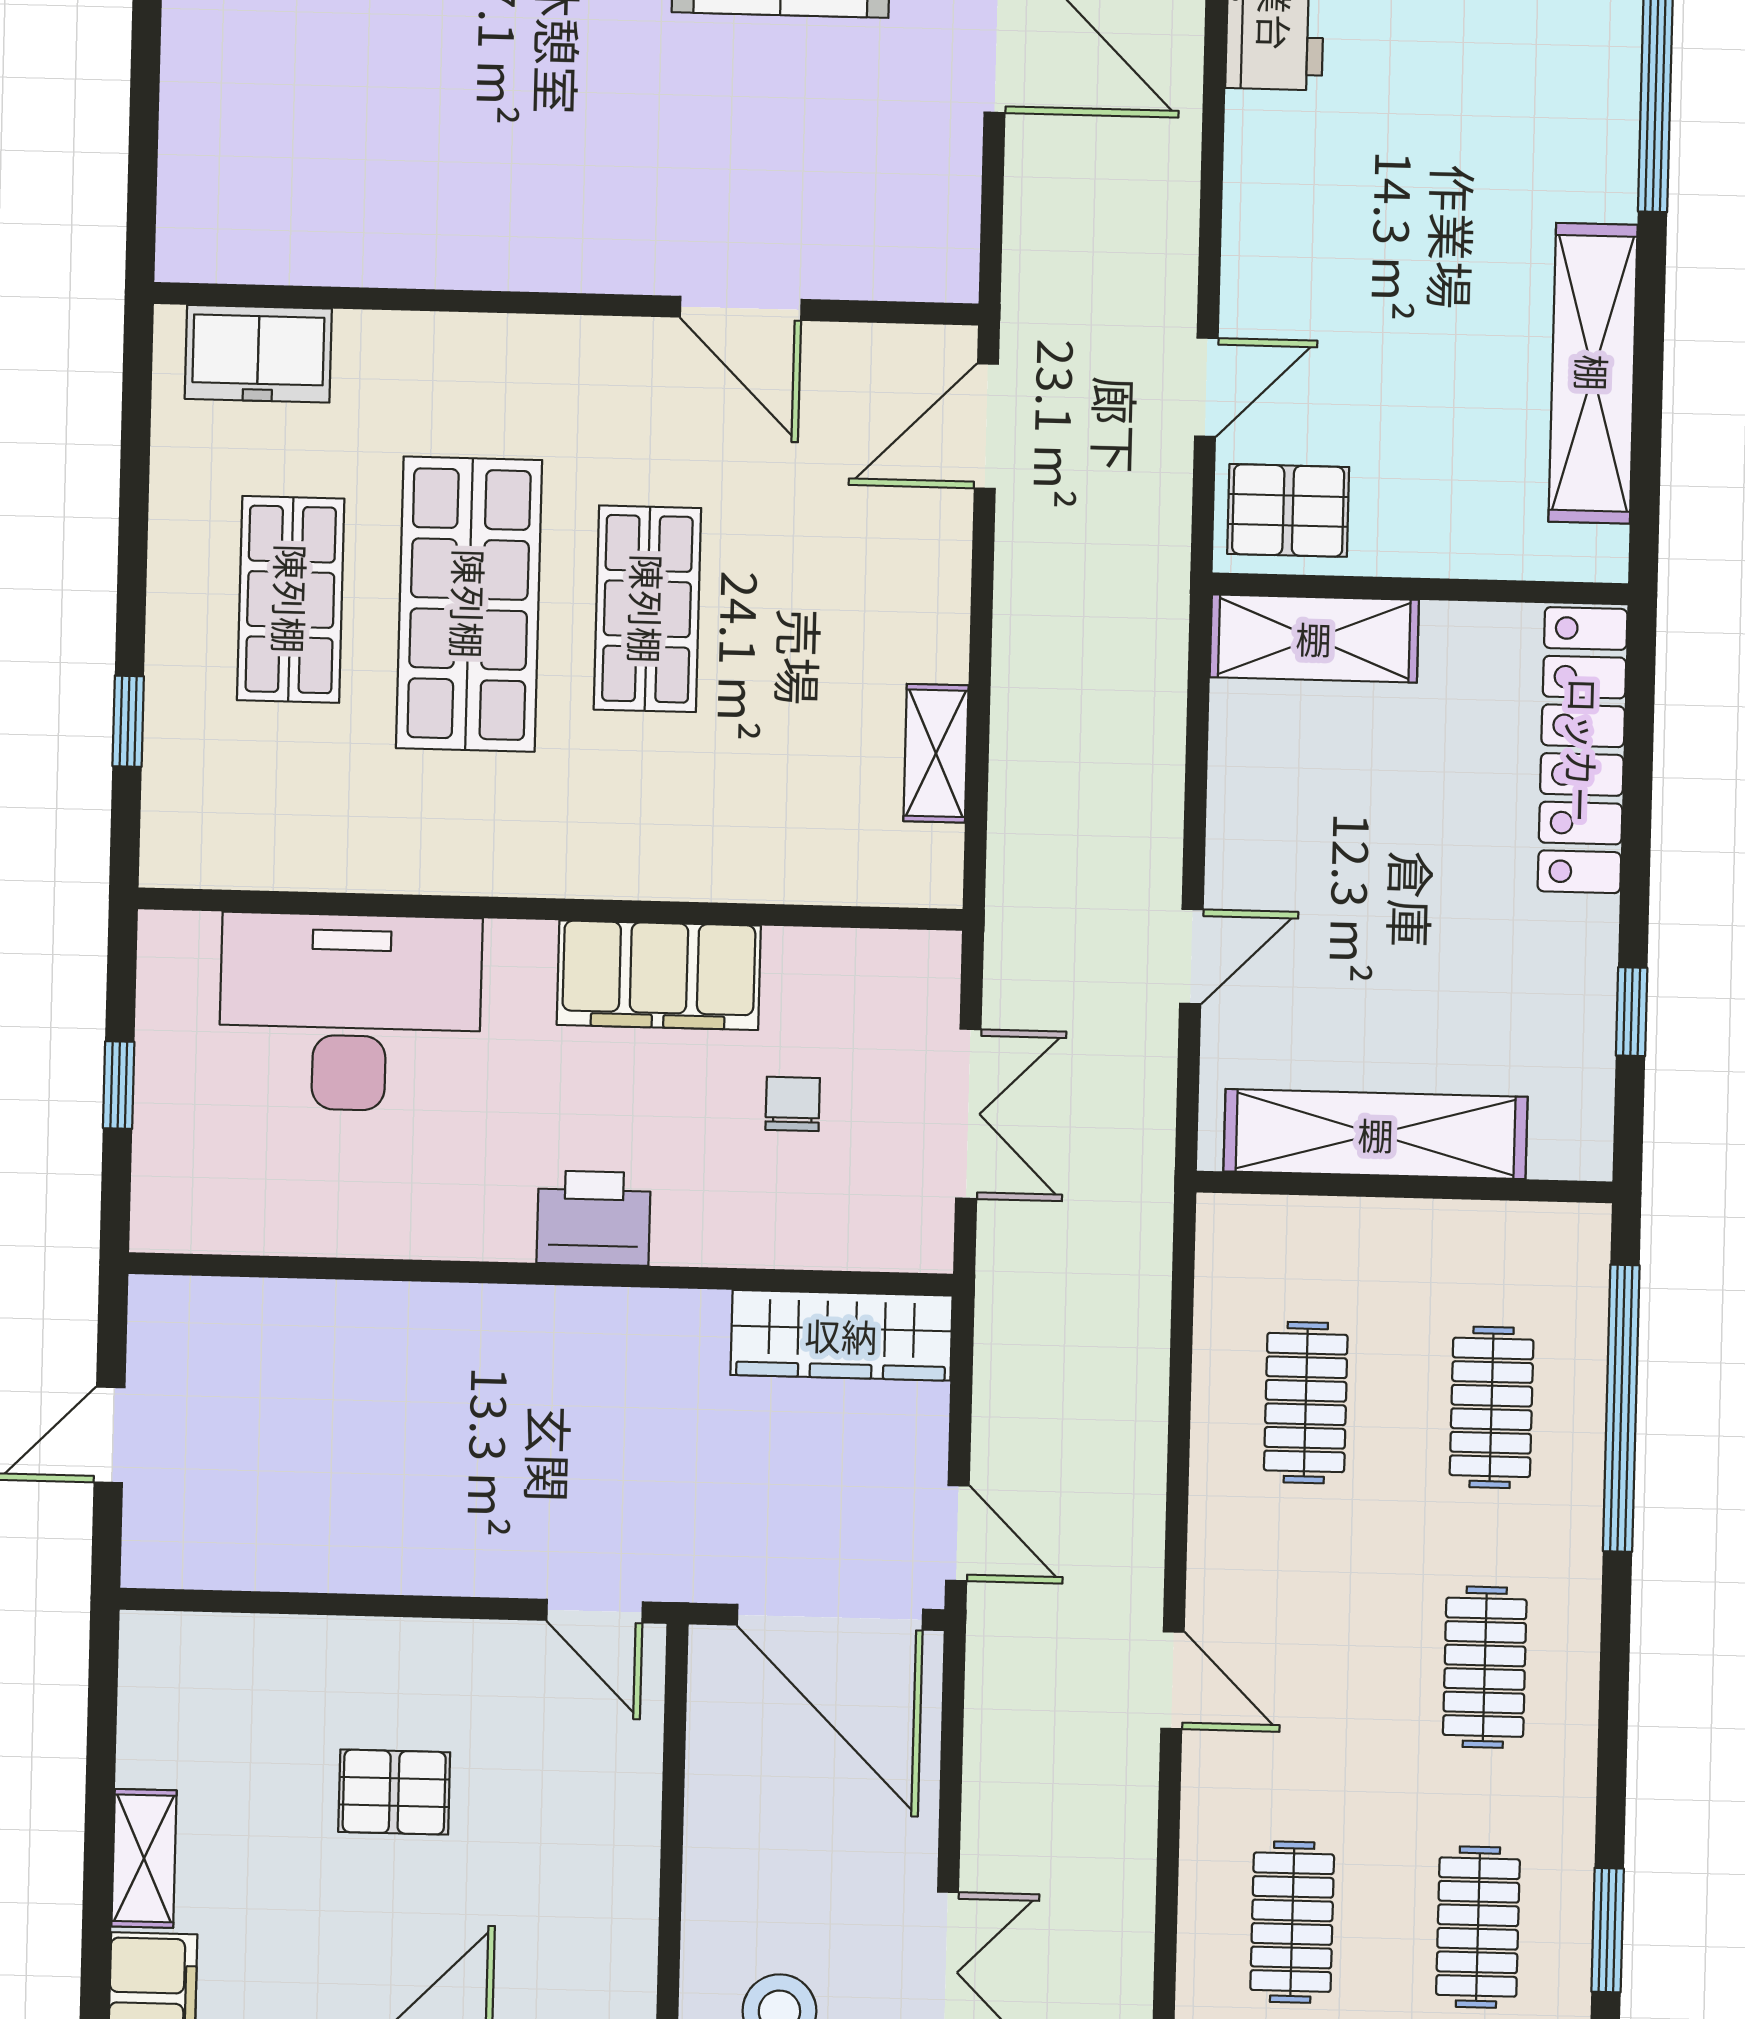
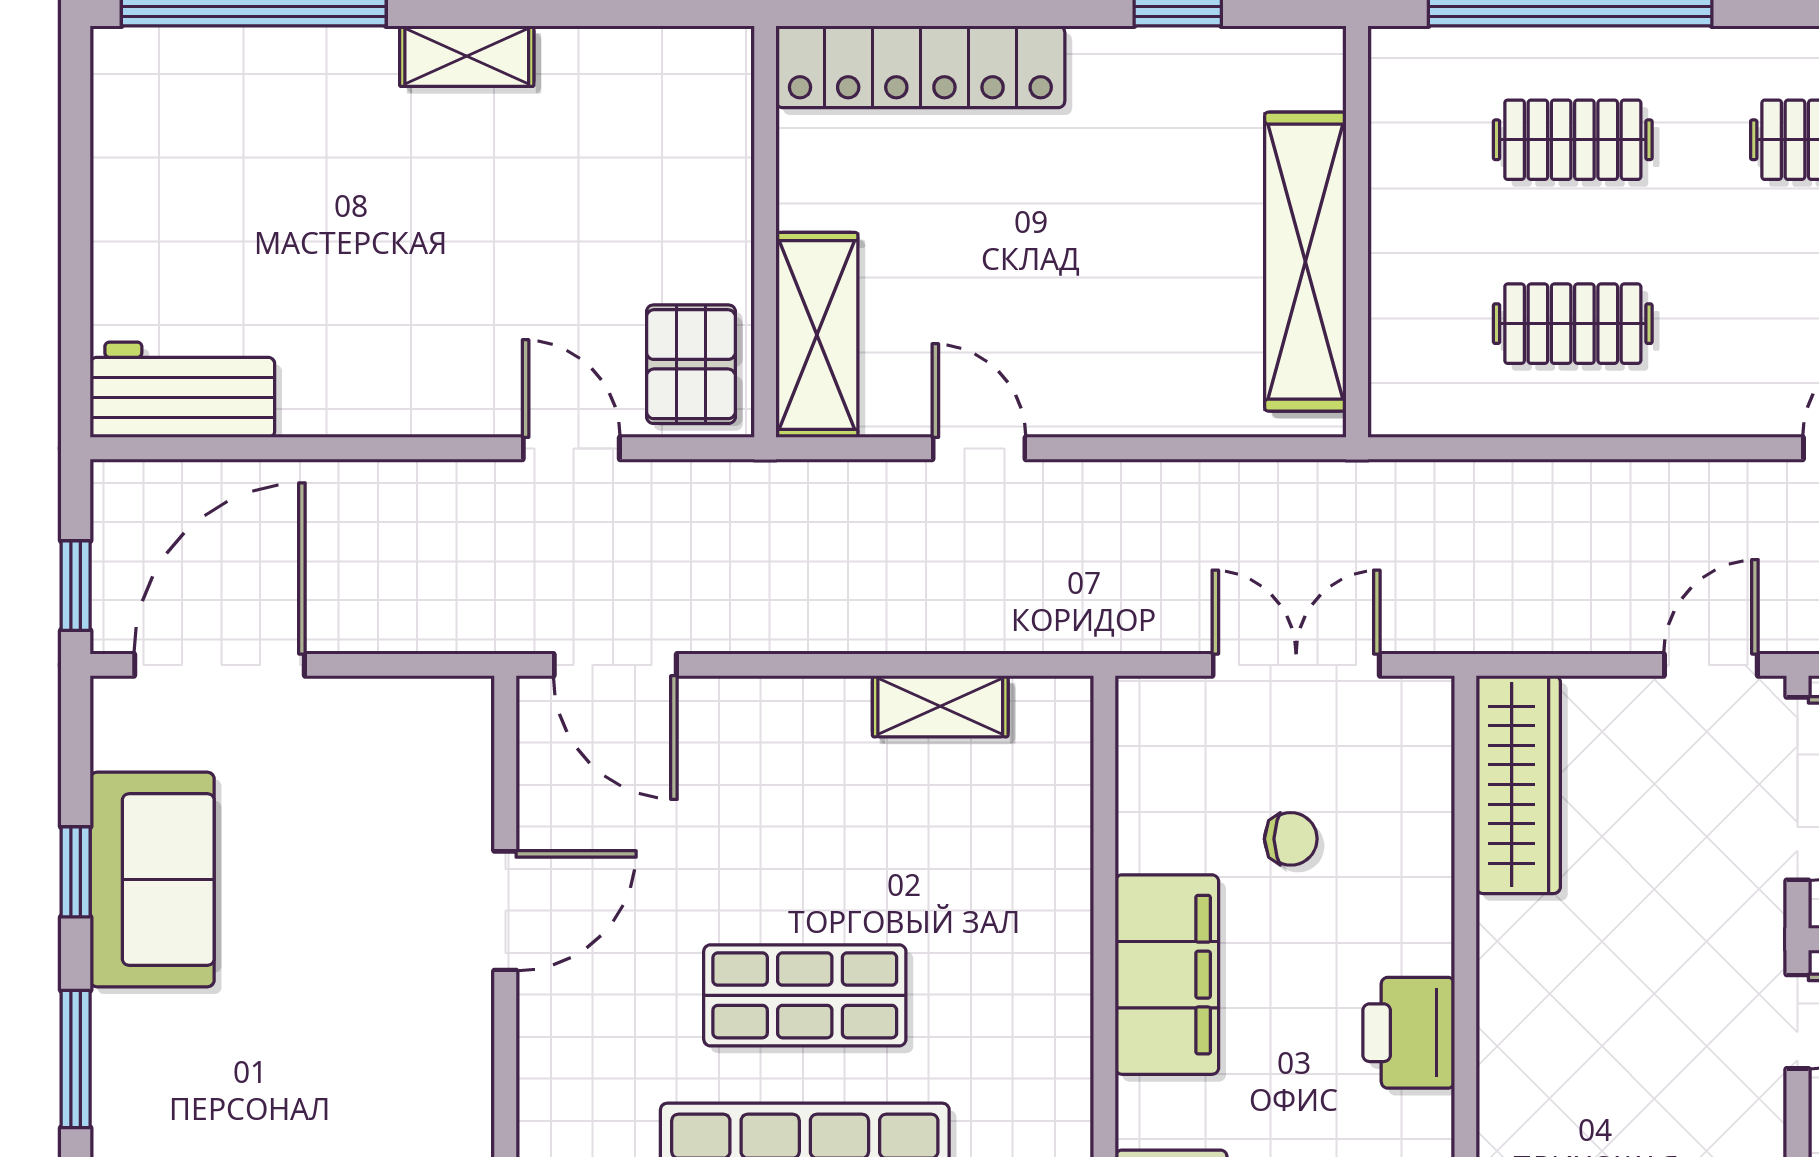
shelving: (1593, 373) -> (467, 56), width x0.45, depth x0.75
door: (1191, 957) -> (979, 448), moved
chair: (793, 1104) -> (1291, 839), turned 180

